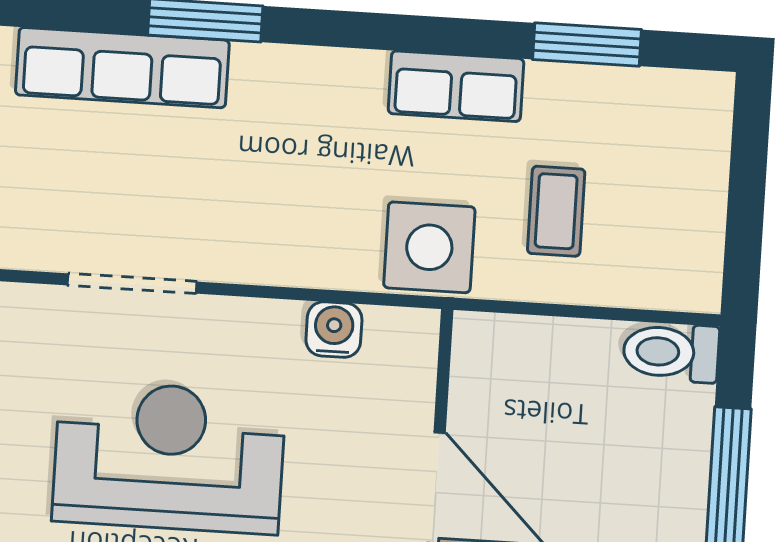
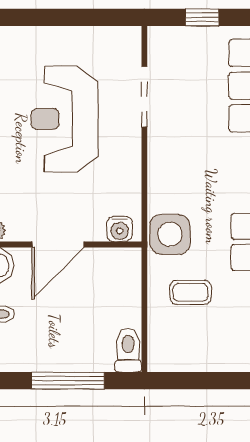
water cooler: (334, 330) -> (120, 229), moved, turned 90
reception desk: (169, 457) -> (64, 119), turned 180

